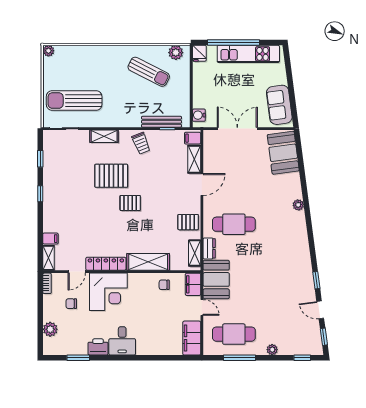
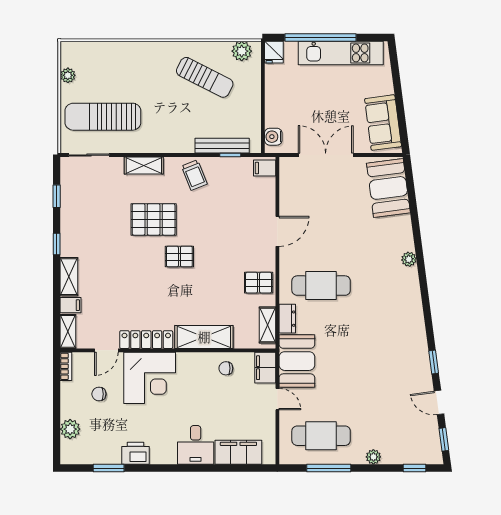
plant: (48, 51) -> (68, 75), moved
shelving: (194, 159) -> (69, 277), moved
filing cabinet: (192, 338) -> (238, 452), moved, turned 90
desk: (122, 341) -> (196, 445), moved

